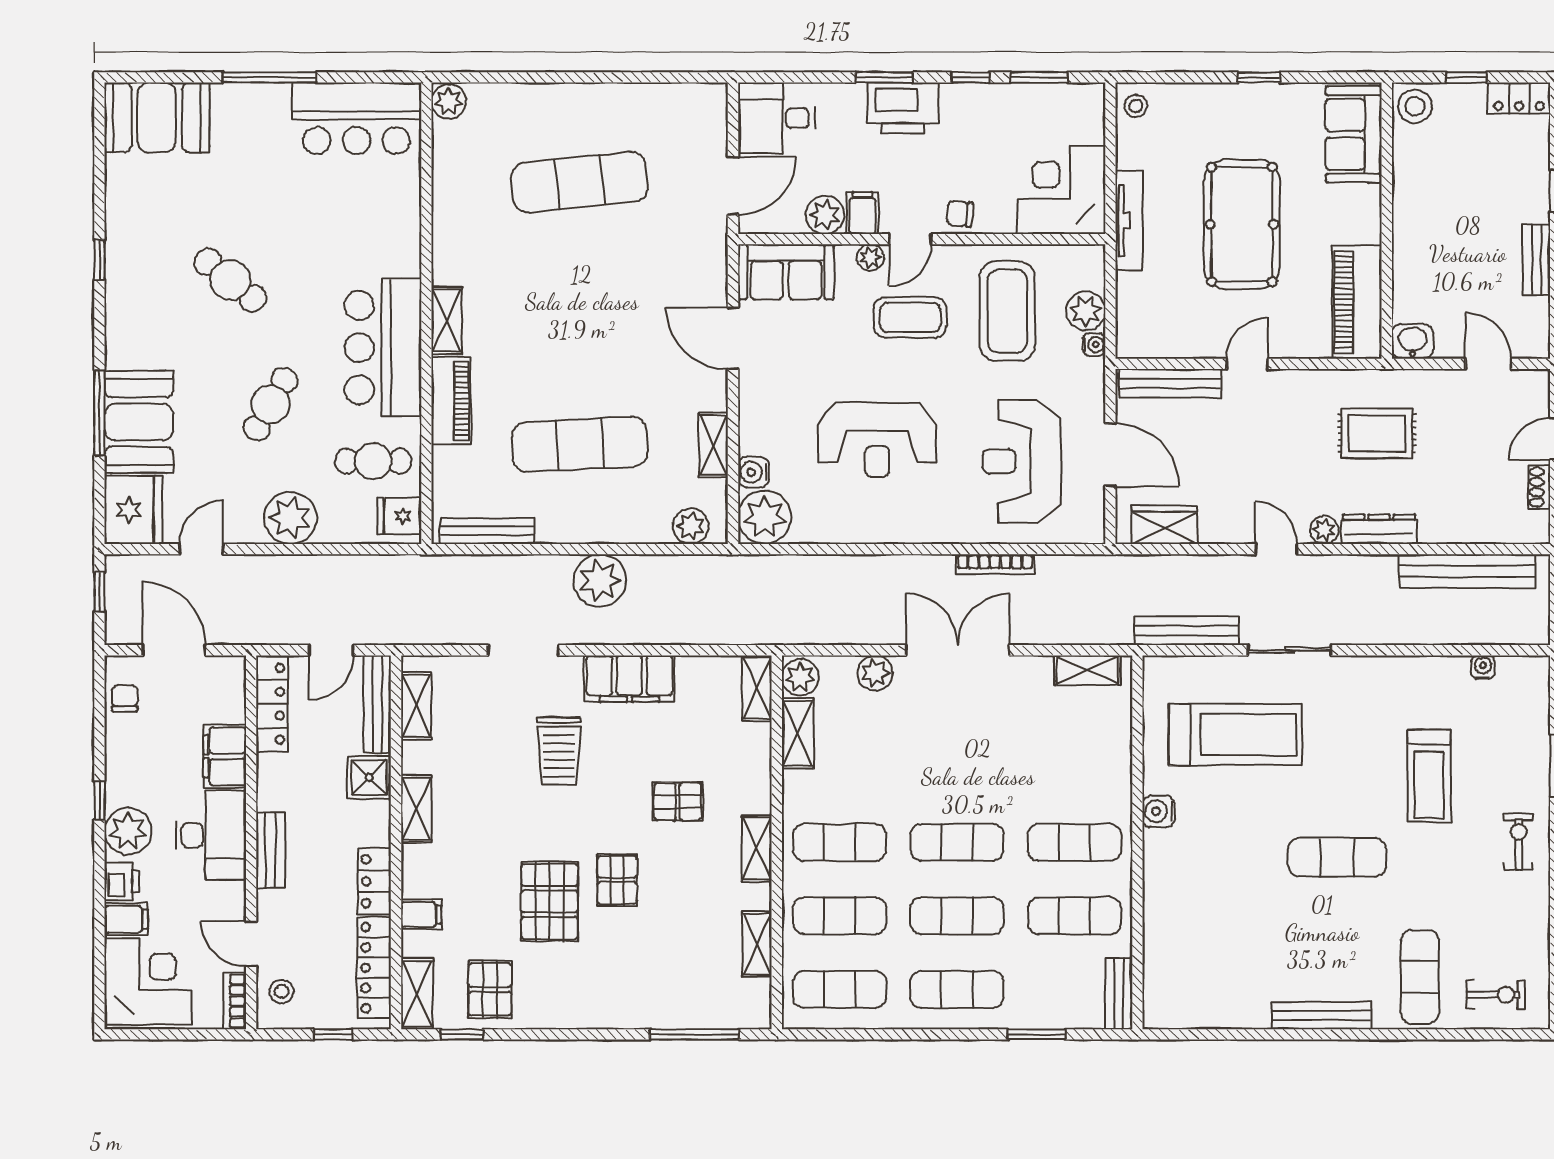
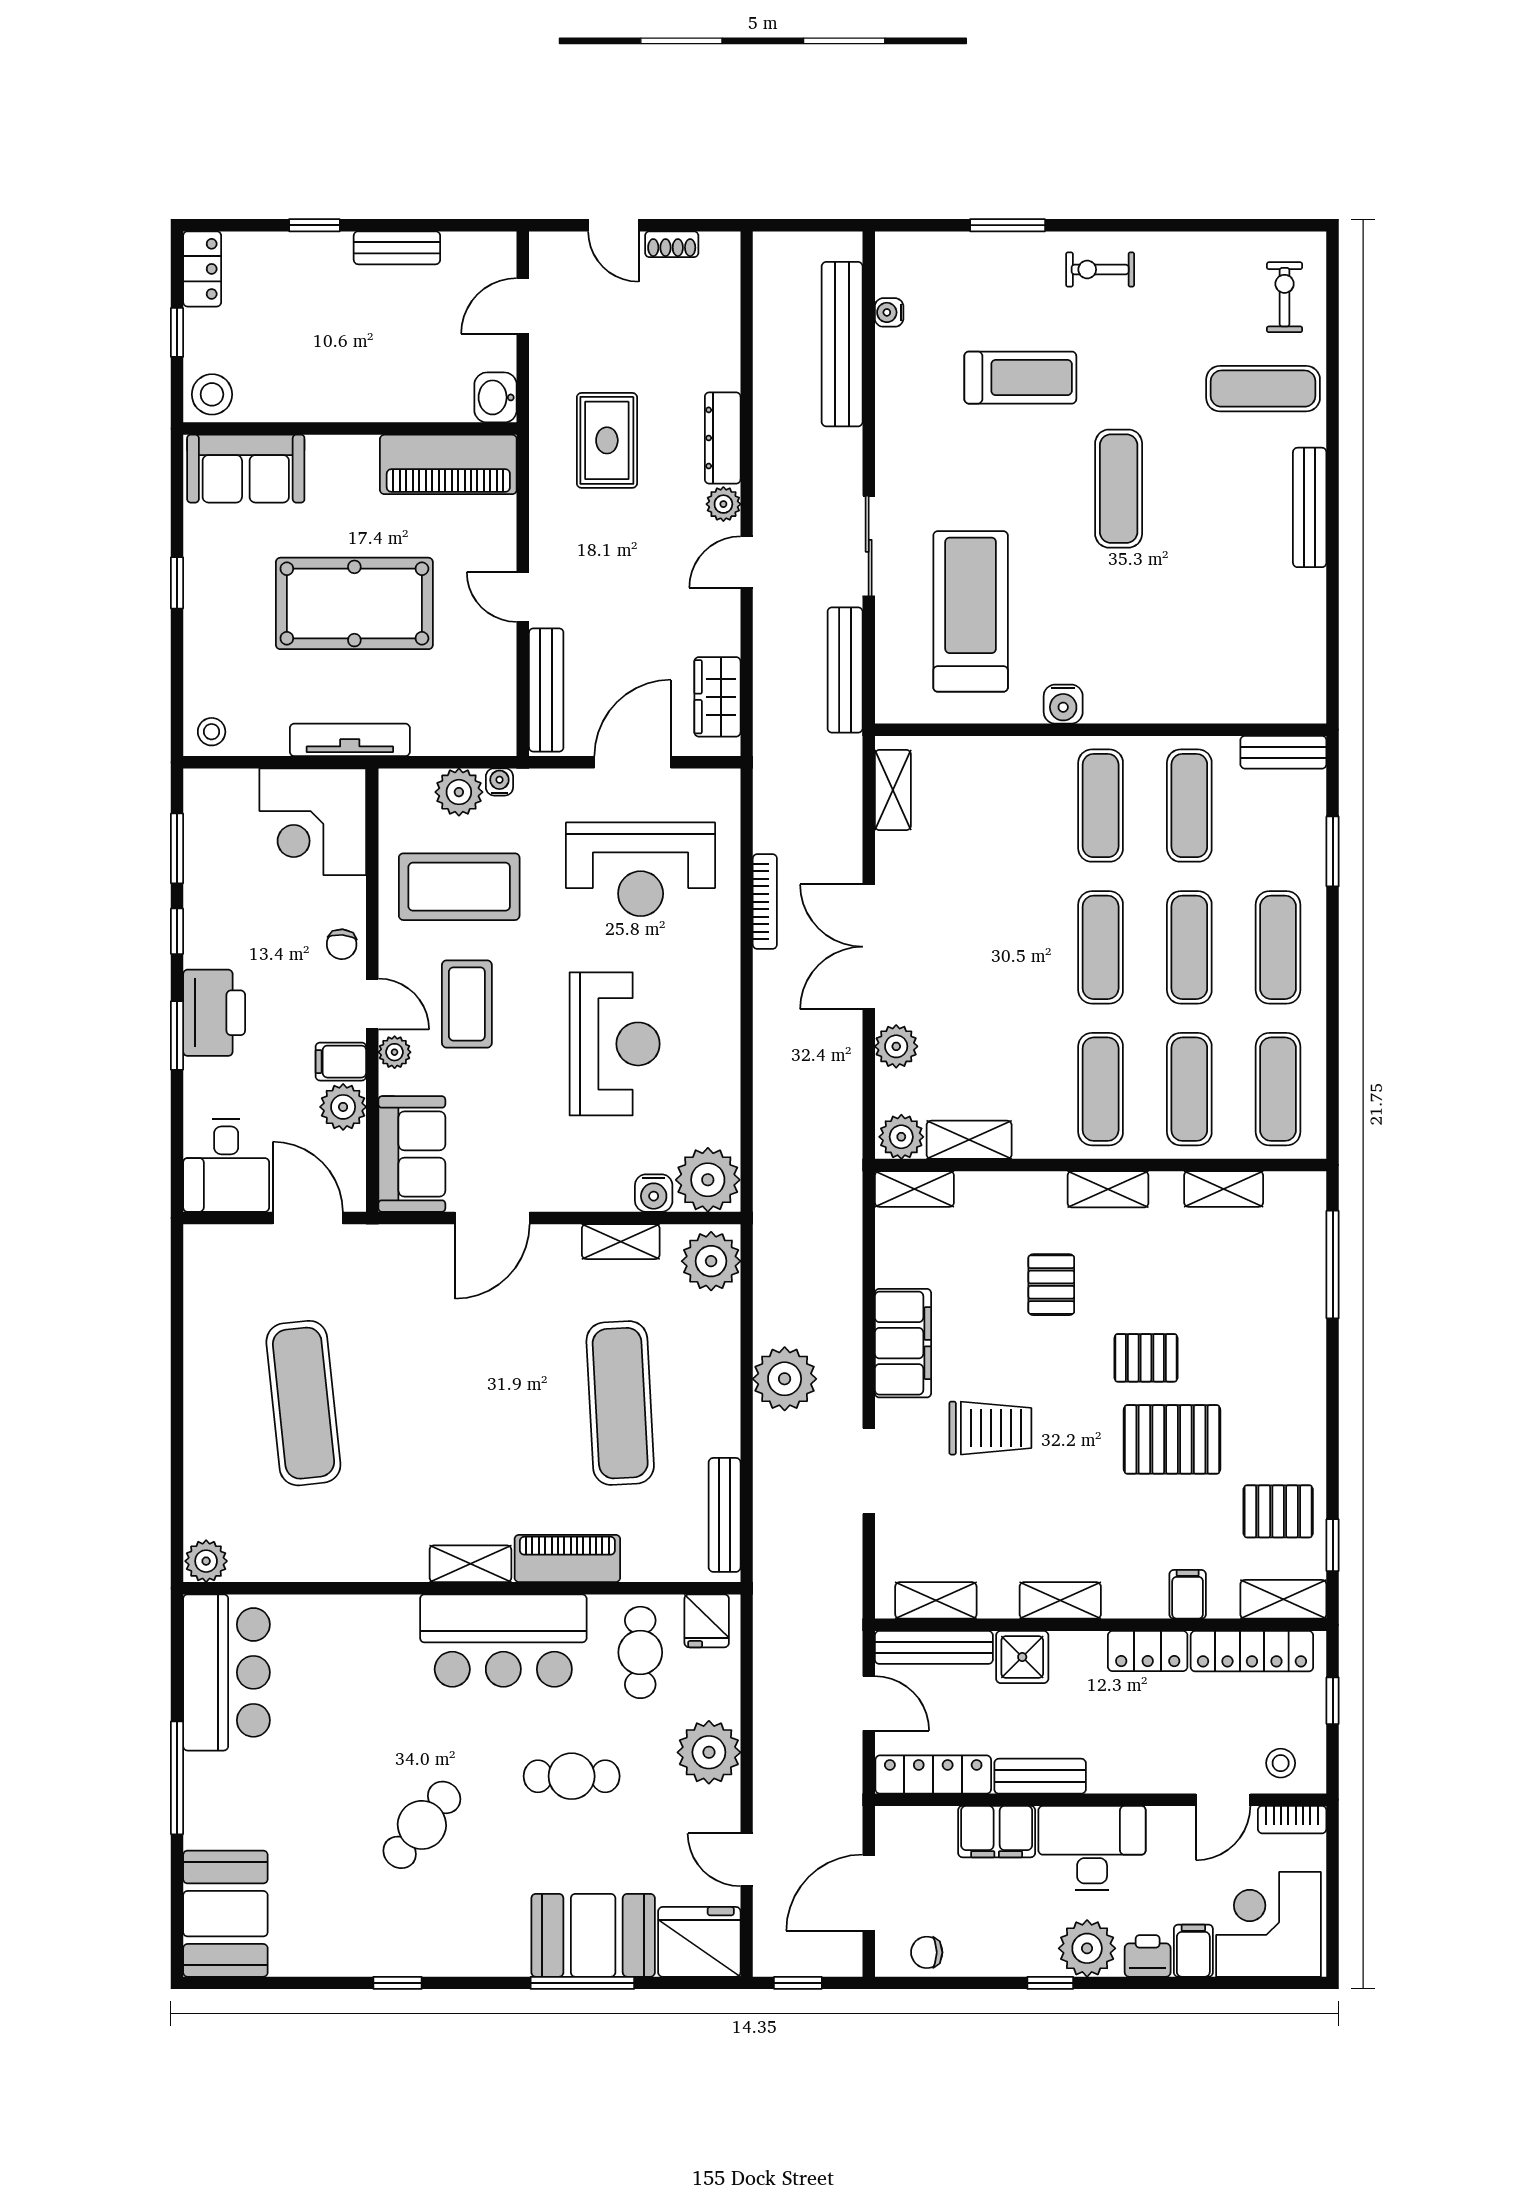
cafe table: (271, 404) -> (572, 1776), turned -30
plant: (691, 526) -> (711, 1261), width x1.36, depth x1.36
bench: (1467, 571) -> (842, 344), moved
bench: (271, 850) -> (1040, 1776), moved

